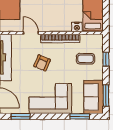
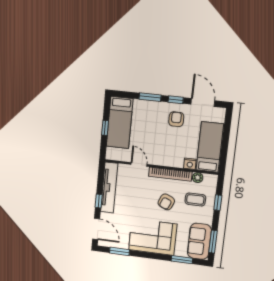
plant: (85, 39) -> (198, 178), added
armchair: (42, 63) -> (166, 202), moved

